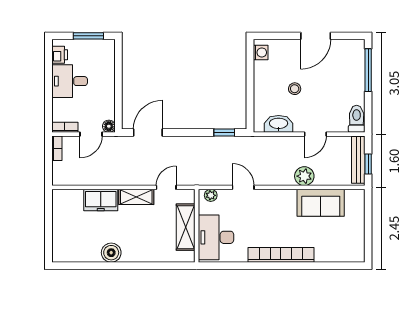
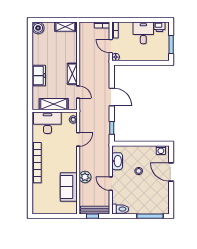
door: (316, 36) -> (171, 172), moved
door: (148, 132) -> (112, 97), moved
freezer: (101, 200) -> (39, 76), moved, turned 180
shelving: (59, 208) -> (65, 27), added
boiler: (111, 253) -> (38, 28), moved

